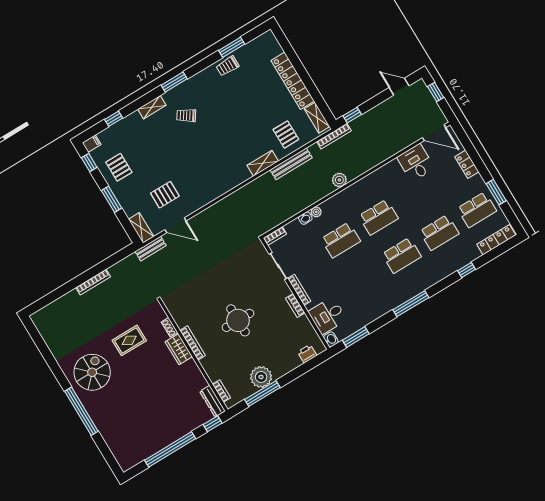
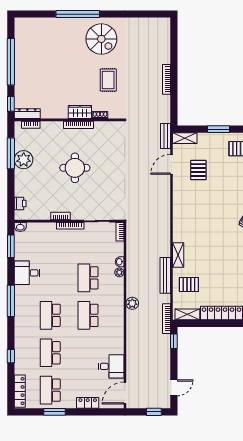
desk: (328, 316) -> (27, 273), moved, turned -90

